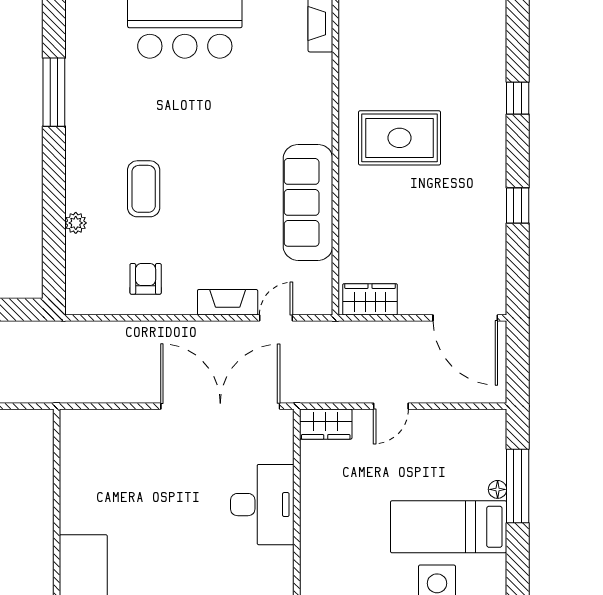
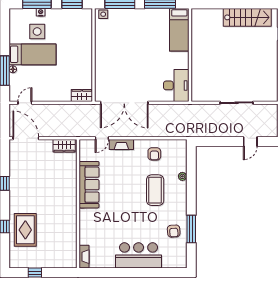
armchair: (97, 87) -> (174, 231), added
rug: (399, 138) -> (25, 230), moved, turned 90
coffee table: (144, 189) -> (155, 190), width x1.36, depth x1.32
door: (391, 406) -> (25, 103), moved
desk: (262, 505) -> (176, 85), moved, turned 180

